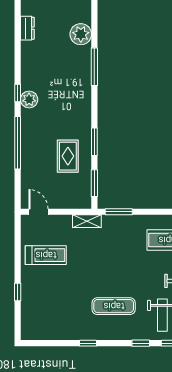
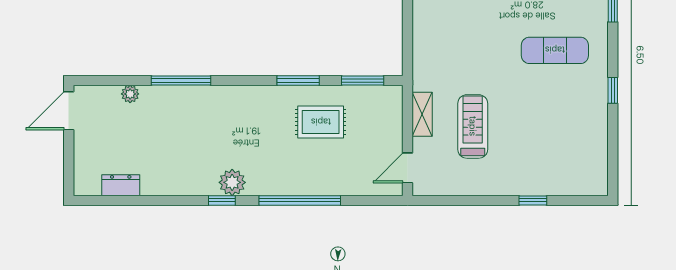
plant: (81, 34) -> (130, 94), width x0.53, depth x0.53
window: (119, 212) -> (408, 42), removed
shelving: (87, 221) -> (422, 114), moved
treadmill: (46, 255) -> (473, 126), moved
exercise mat: (114, 306) -> (555, 50), turned 90

